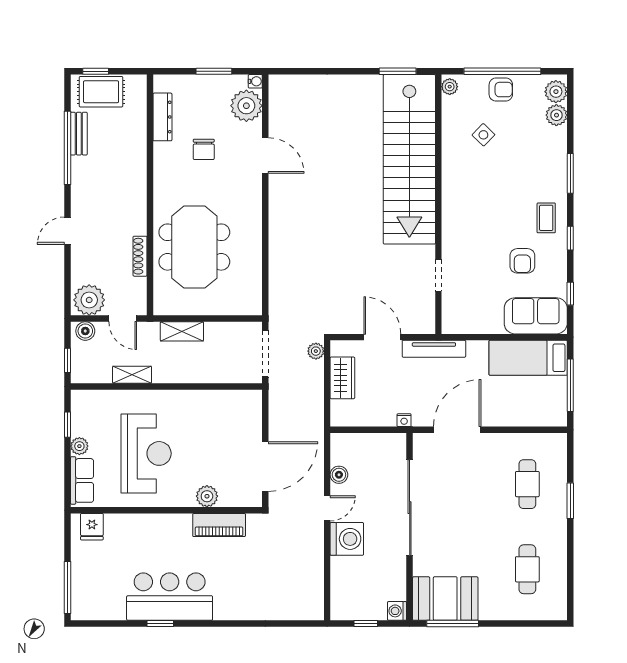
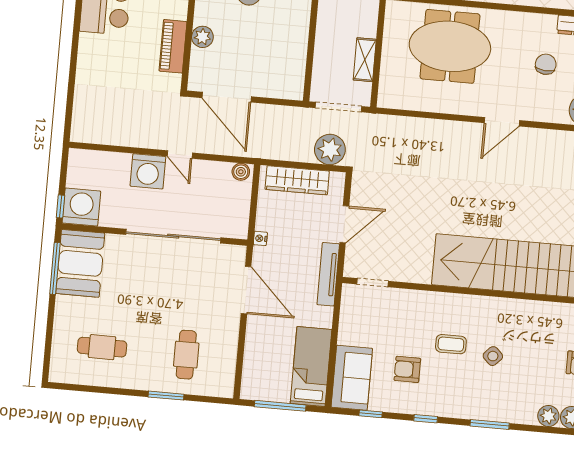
side table: (483, 135) -> (493, 356), moved
chair: (204, 149) -> (546, 64), turned 95
door: (265, 156) -> (502, 122), moved
coffee table: (546, 218) -> (451, 344), moved
doorway: (438, 275) -> (372, 283), moved
shelving: (182, 331) -> (365, 60), moved
plant: (316, 351) -> (330, 149), width x1.88, depth x1.88
wardrobe: (342, 378) -> (297, 180), width x1.50
boiler: (339, 475) -> (241, 172), moved
cafe table: (527, 484) -> (186, 355), turned 90
washing machine: (397, 611) -> (81, 207), width x1.89, depth x1.89
window: (366, 624) -> (61, 206), moved

